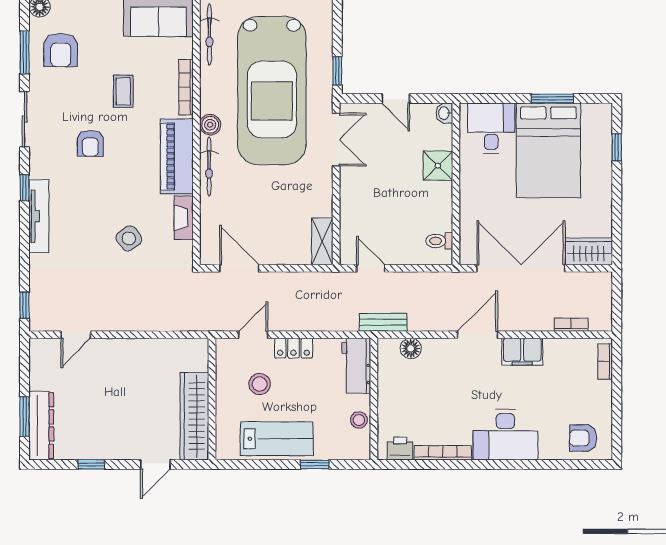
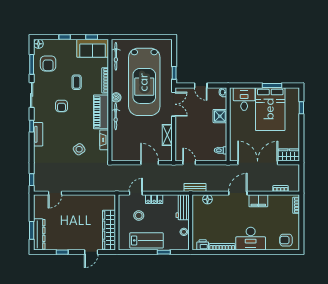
tv unit: (39, 216) -> (38, 134), width x0.71
shelving: (322, 241) -> (167, 135), moved
door: (239, 268) -> (150, 163), moved

